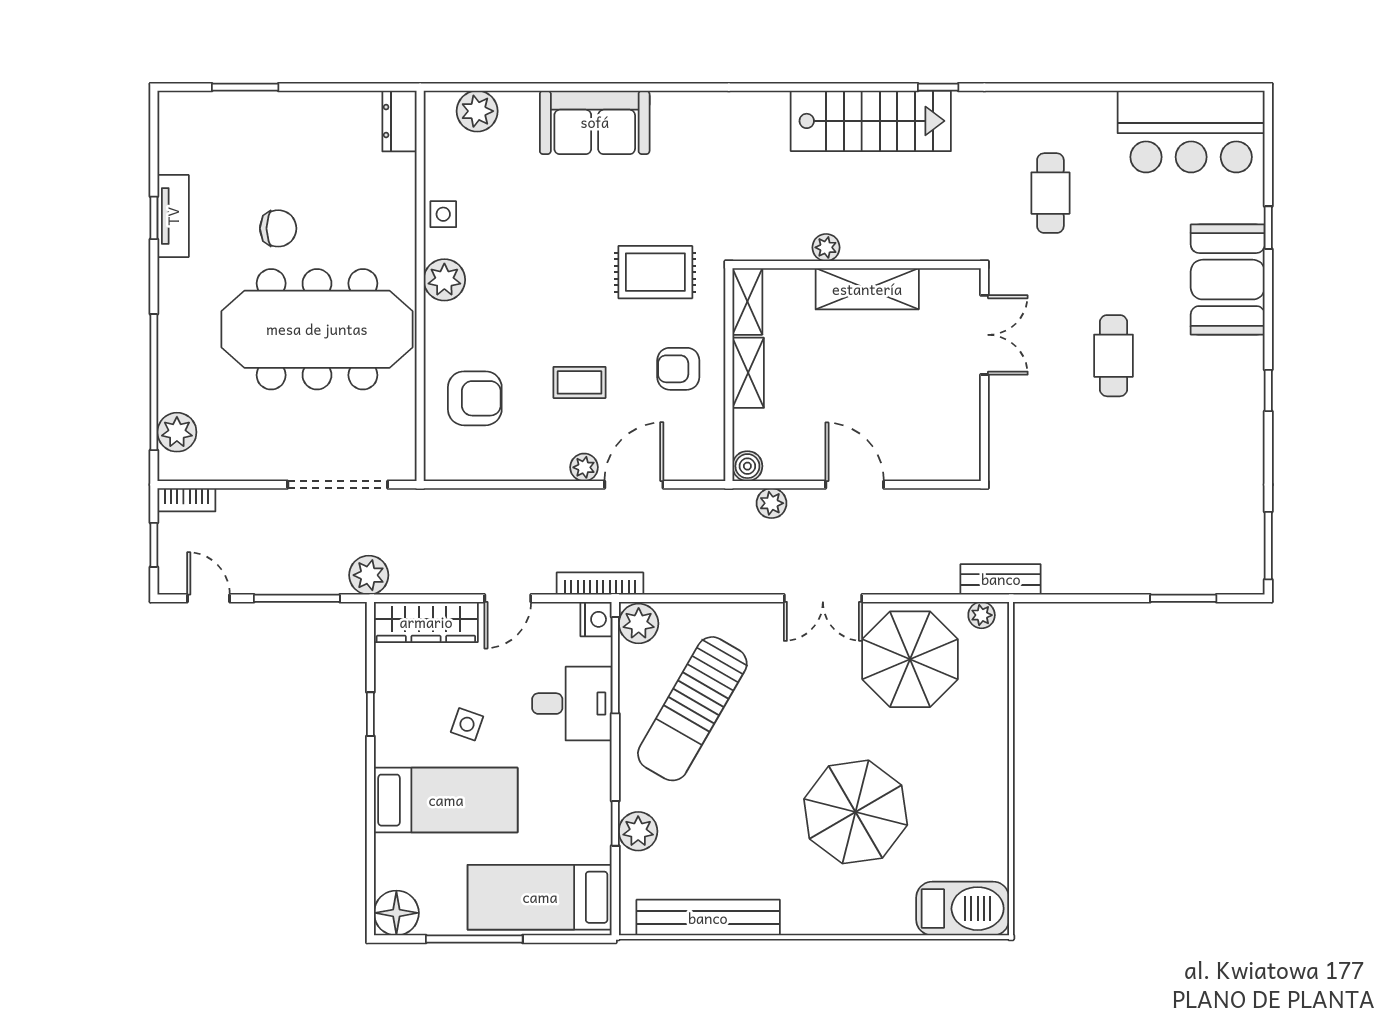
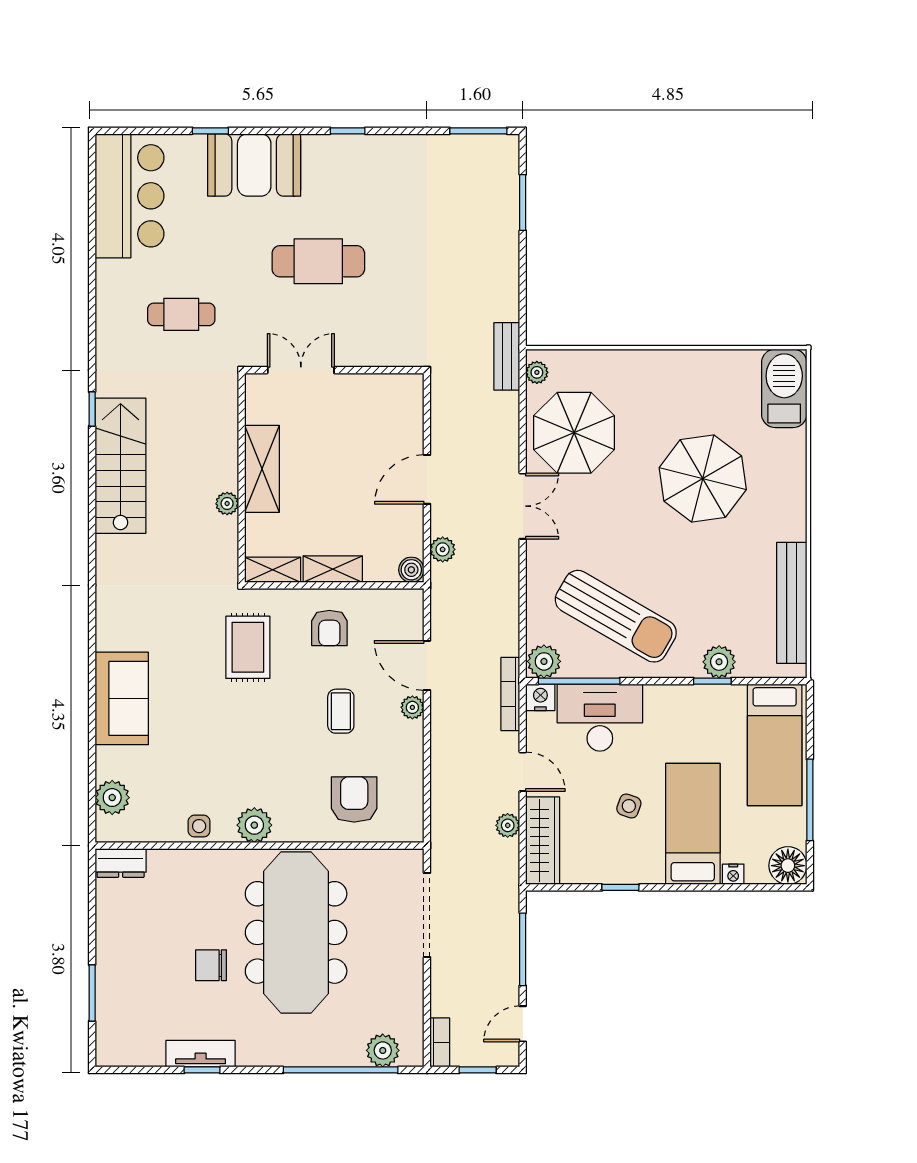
chair: (278, 228) -> (211, 965), turned -90
cafe table: (1114, 356) -> (318, 261), width x1.37, depth x1.35
plant: (369, 575) -> (508, 825), moved, width x0.73, depth x0.73
desk: (572, 704) -> (600, 718), width x1.37
nightstand: (386, 848) -> (733, 874), added

